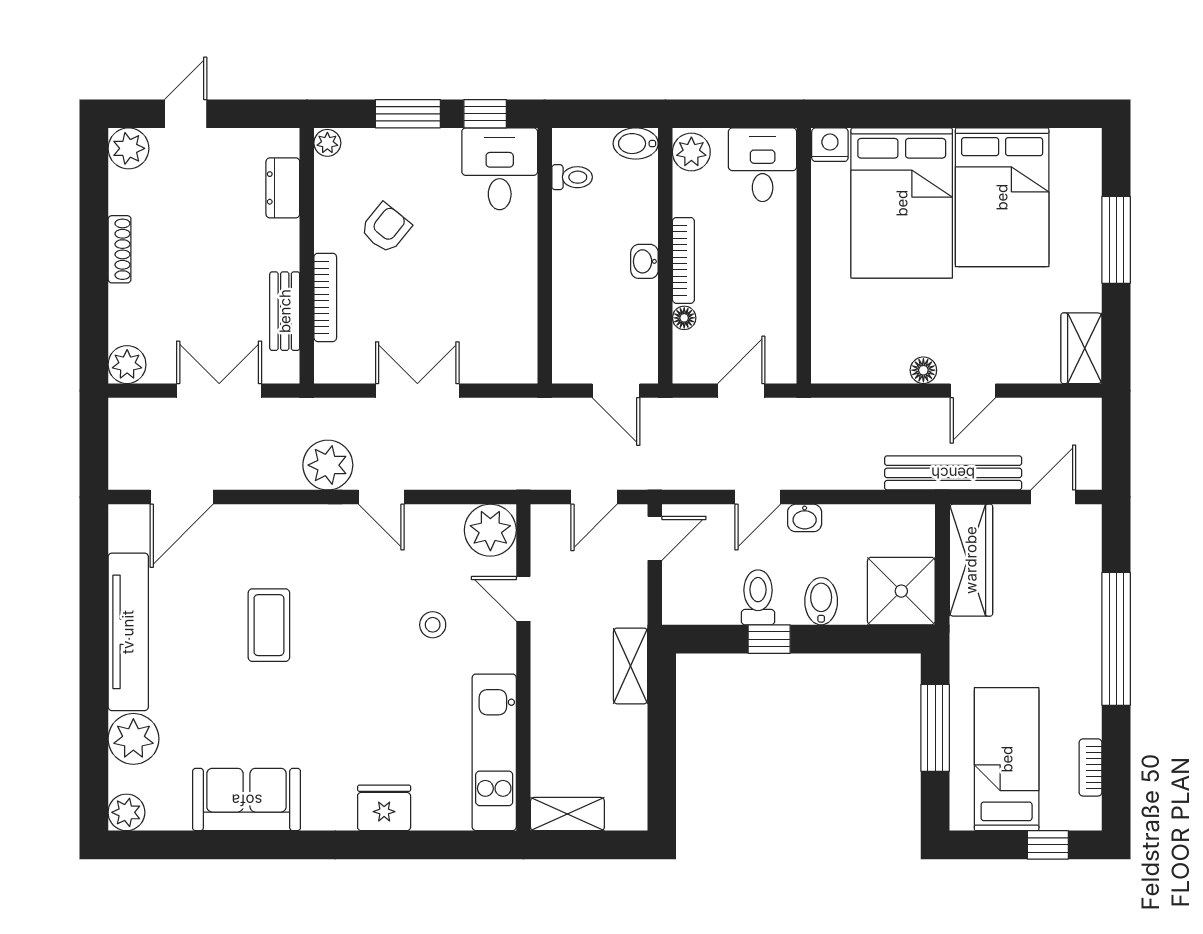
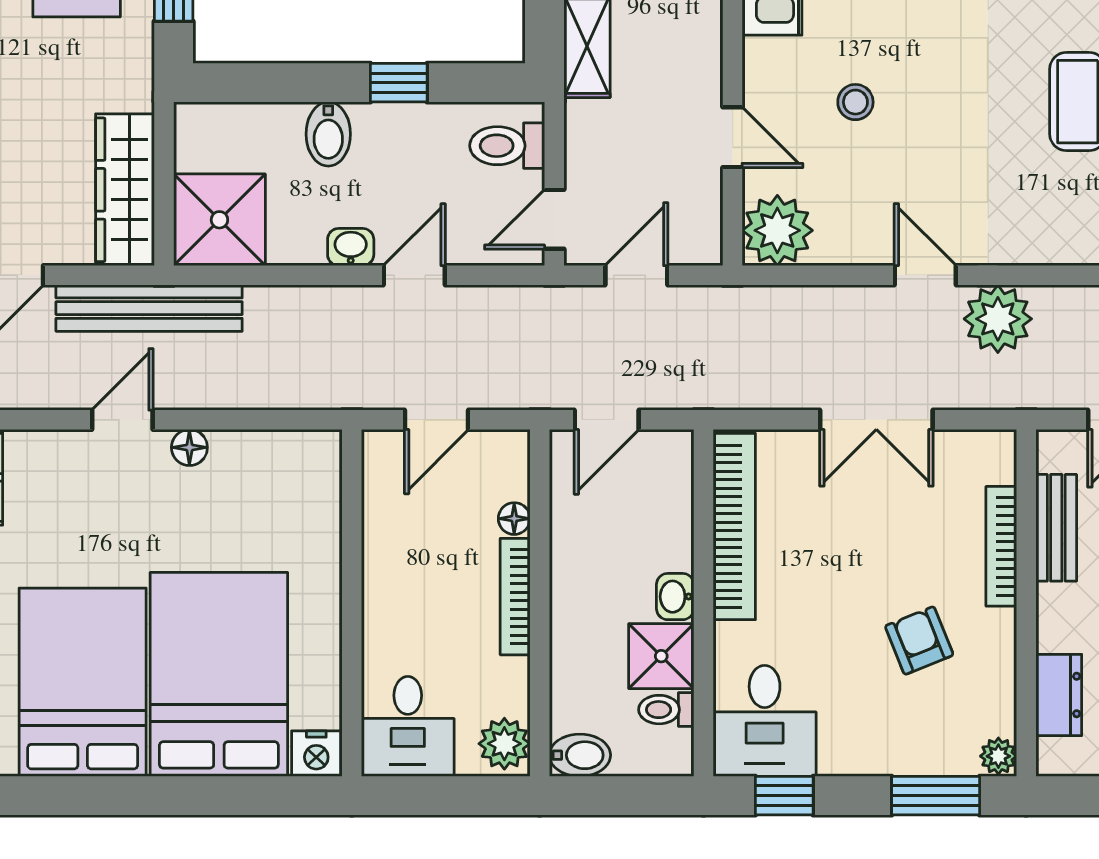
window: (408, 114) -> (936, 796), moved
shower: (576, 217) -> (661, 656), added
armchair: (386, 228) -> (919, 641), turned 119
washbasin: (644, 261) -> (675, 597), moved, turned 180
bookcase: (522, 312) -> (734, 526), added
door: (616, 391) -> (607, 420), swing flipped
shower: (901, 591) -> (219, 220), moved
toilet: (758, 597) -> (507, 146), moved, turned 90

